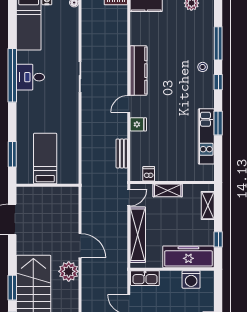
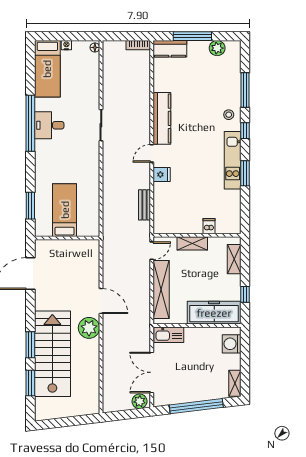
kitchen unit: (206, 136) -> (233, 160), moved
dishwasher: (149, 174) -> (209, 226), moved
washing machine: (191, 279) -> (232, 344), moved, turned 90

